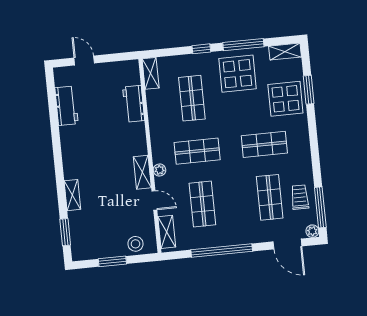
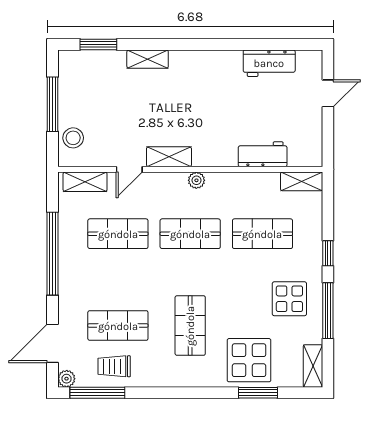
display table: (237, 74) -> (289, 299), width x0.73, depth x0.73
shop shelf: (197, 151) -> (190, 234), turned 90
plant: (159, 170) -> (196, 180), moved
trolley: (300, 197) -> (114, 366), turned 180
window: (112, 261) -> (53, 104), width x1.44

